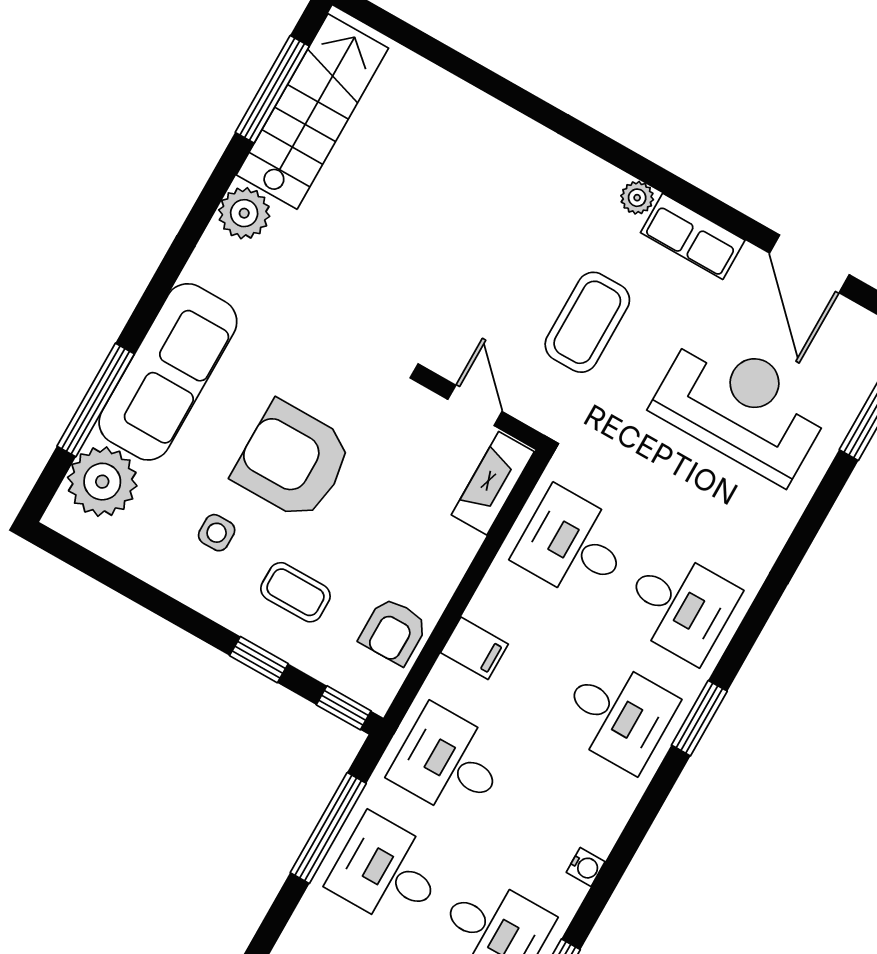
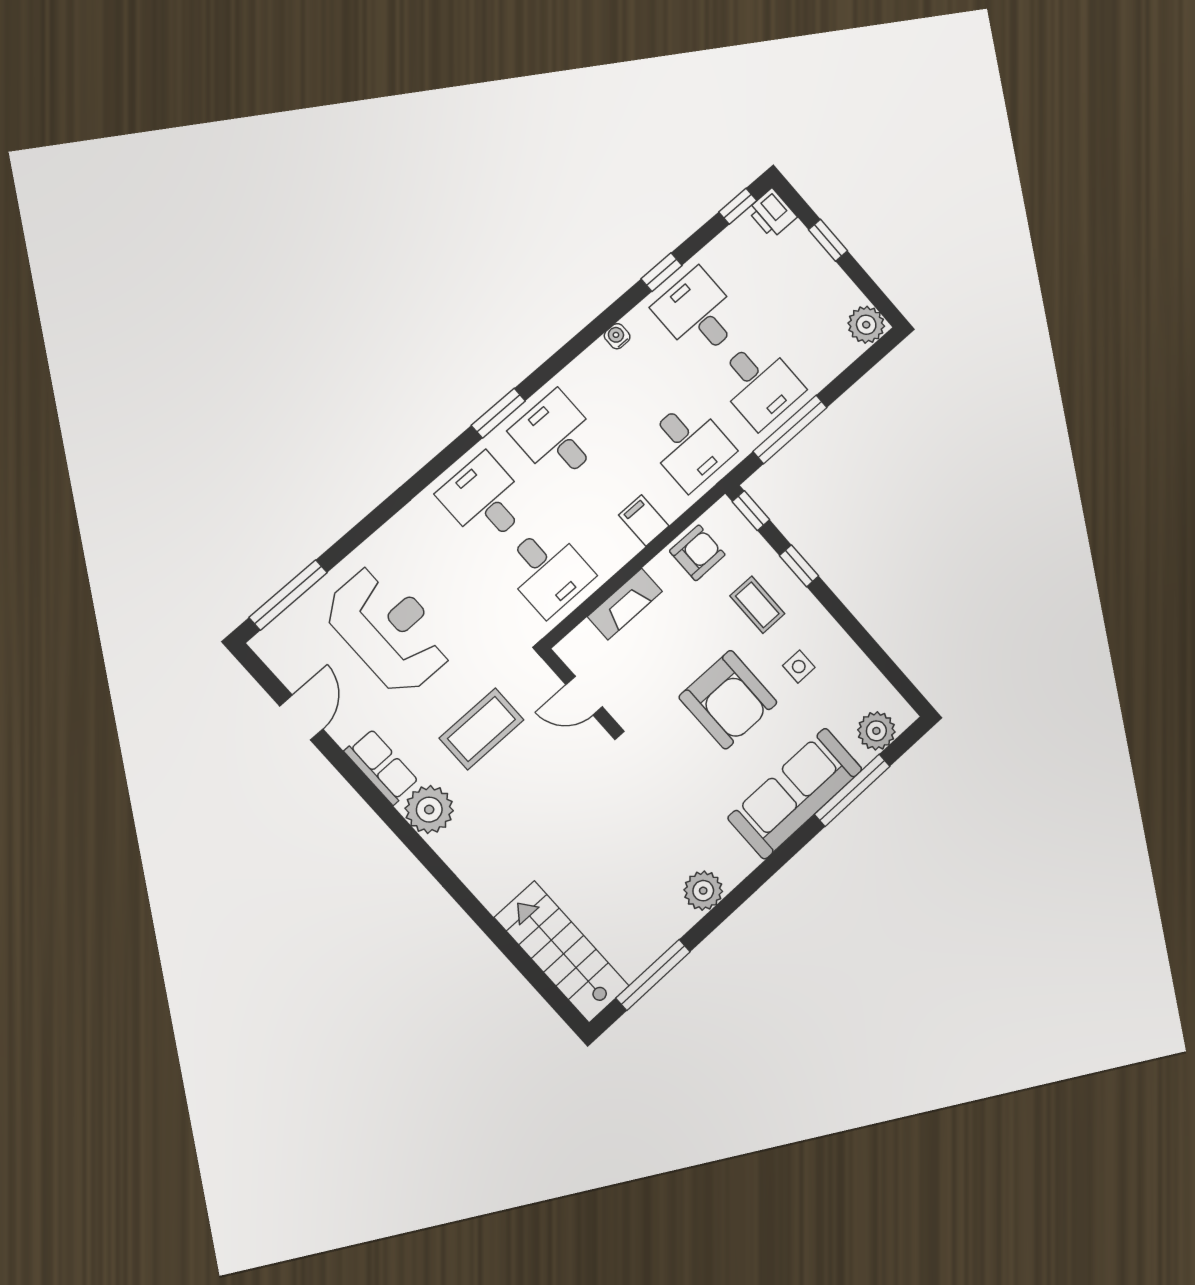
stairs: (312, 111) -> (562, 952), moved, turned 90
plant: (637, 198) -> (429, 810), width x1.88, depth x1.88
door: (809, 264) -> (301, 718), width x0.73
door: (475, 405) -> (584, 696), hinge flipped
reception desk: (741, 406) -> (389, 629), turned 180
plant: (102, 482) -> (876, 731), width x0.73, depth x0.73
fireplace: (493, 483) -> (625, 604), moved

